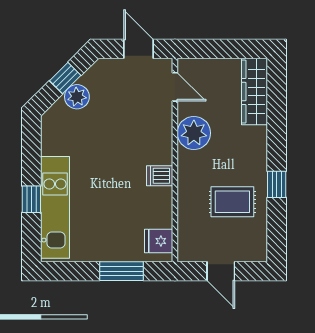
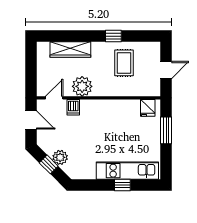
door: (139, 49) -> (31, 120), swing flipped
wardrobe: (255, 92) -> (70, 49), moved
dishwasher: (160, 176) -> (73, 107), moved

